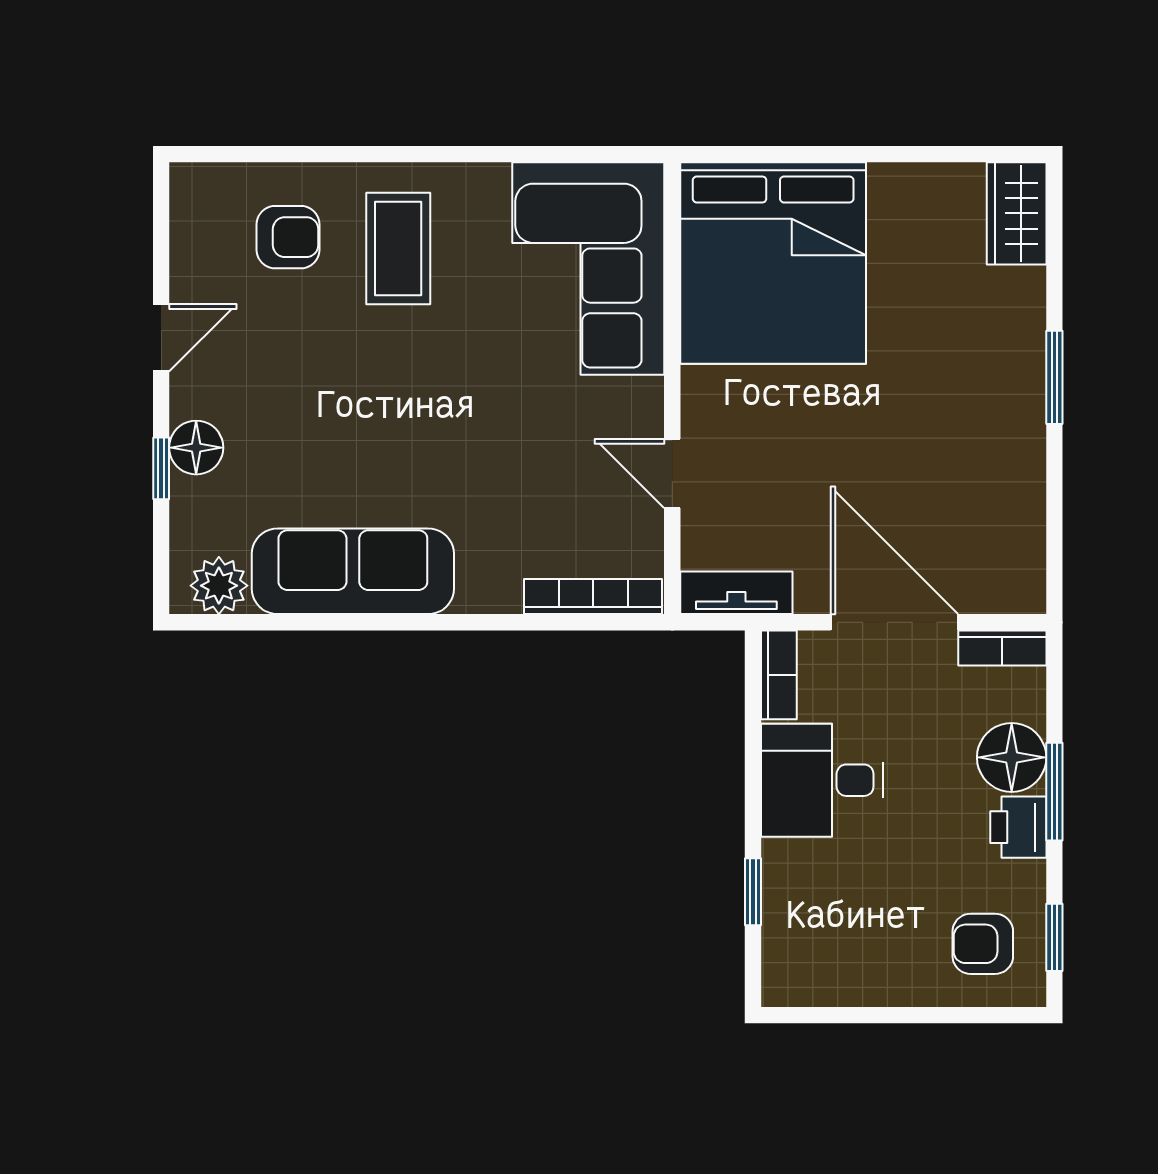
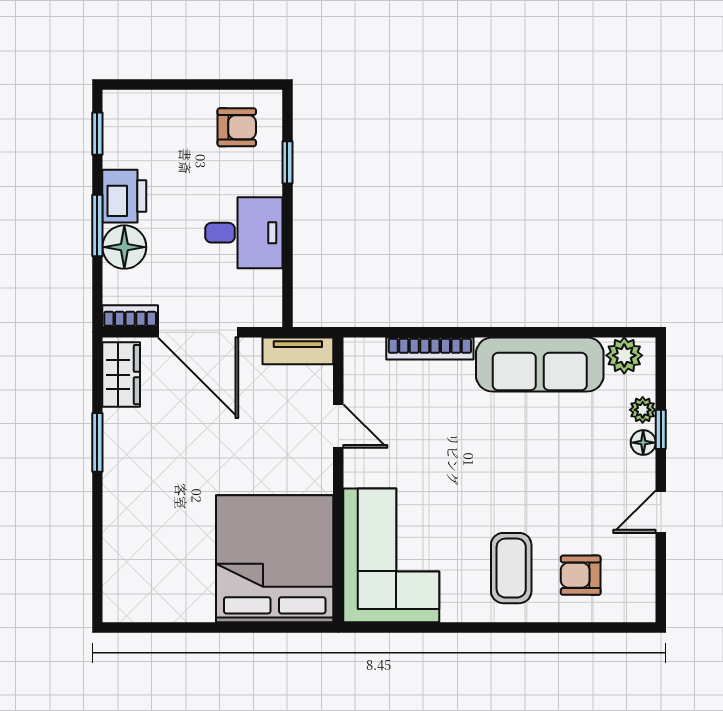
wardrobe: (1017, 213) -> (121, 375), moved
window: (1054, 377) -> (97, 442), moved
floor lamp: (196, 448) -> (643, 443), width x0.73, depth x0.73
plant: (190, 499) -> (643, 410), added
bookcase: (593, 597) -> (430, 349), moved
bookcase: (779, 675) -> (271, 299), removed
printer: (1018, 827) -> (124, 196), width x1.36, depth x1.24
armchair: (983, 944) -> (237, 127), moved

